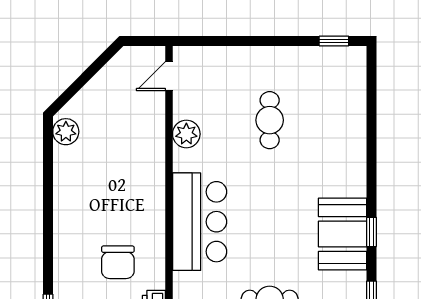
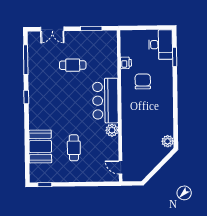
door: (169, 76) -> (120, 167), swing flipped
plant: (186, 134) -> (112, 130), moved
booth: (343, 234) -> (40, 146), moved

